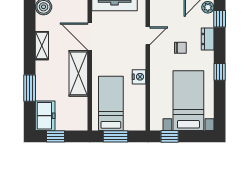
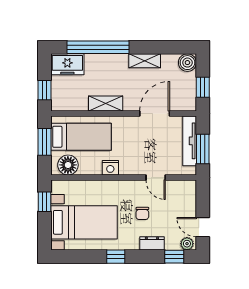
shelving: (78, 73) -> (106, 104), width x0.67, depth x0.75
window: (30, 88) -> (98, 47), width x2.11
floor lamp: (136, 115) -> (68, 165), added
window: (56, 136) -> (45, 90), moved

